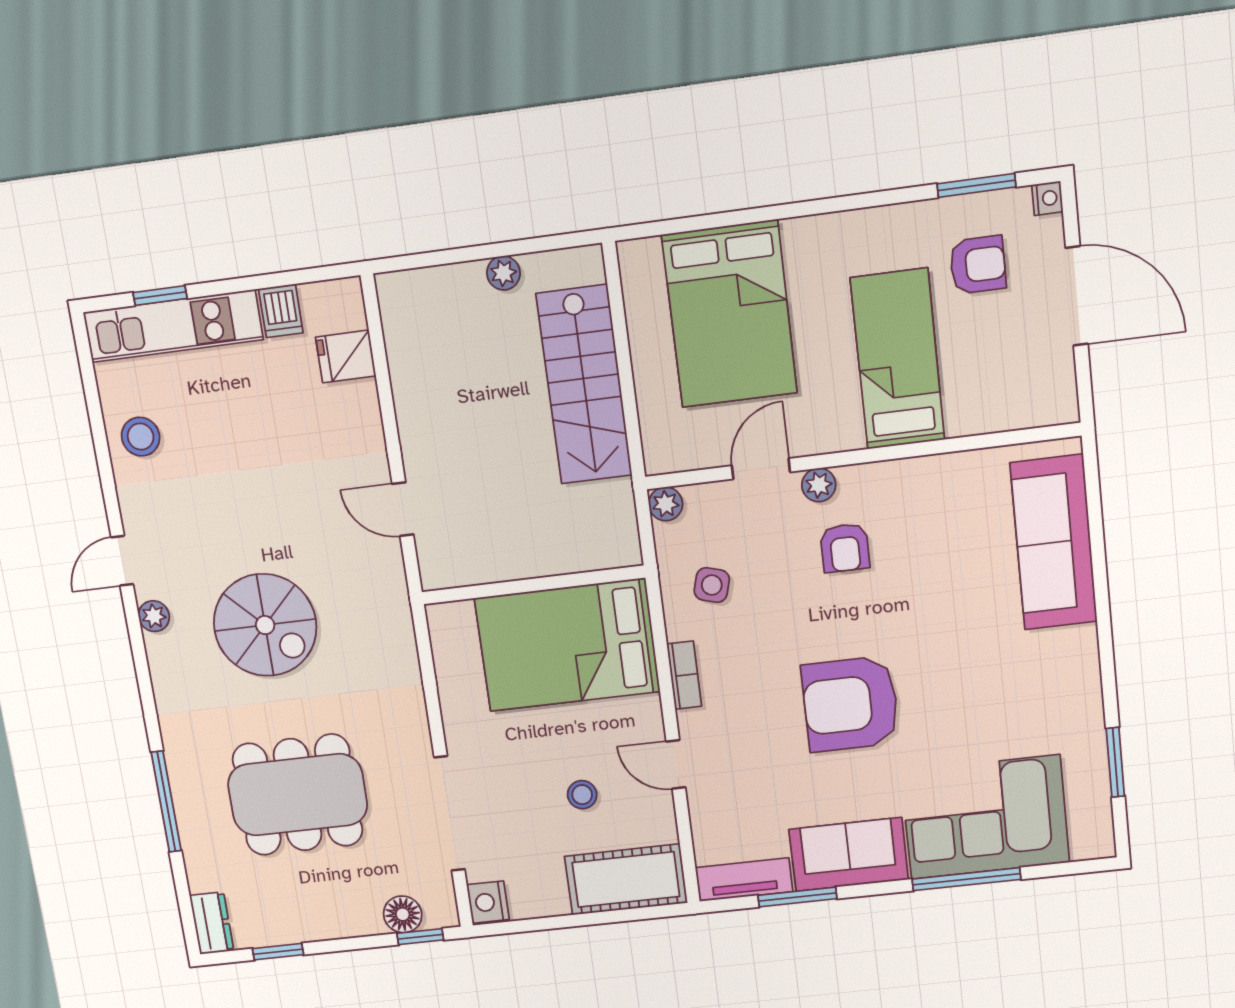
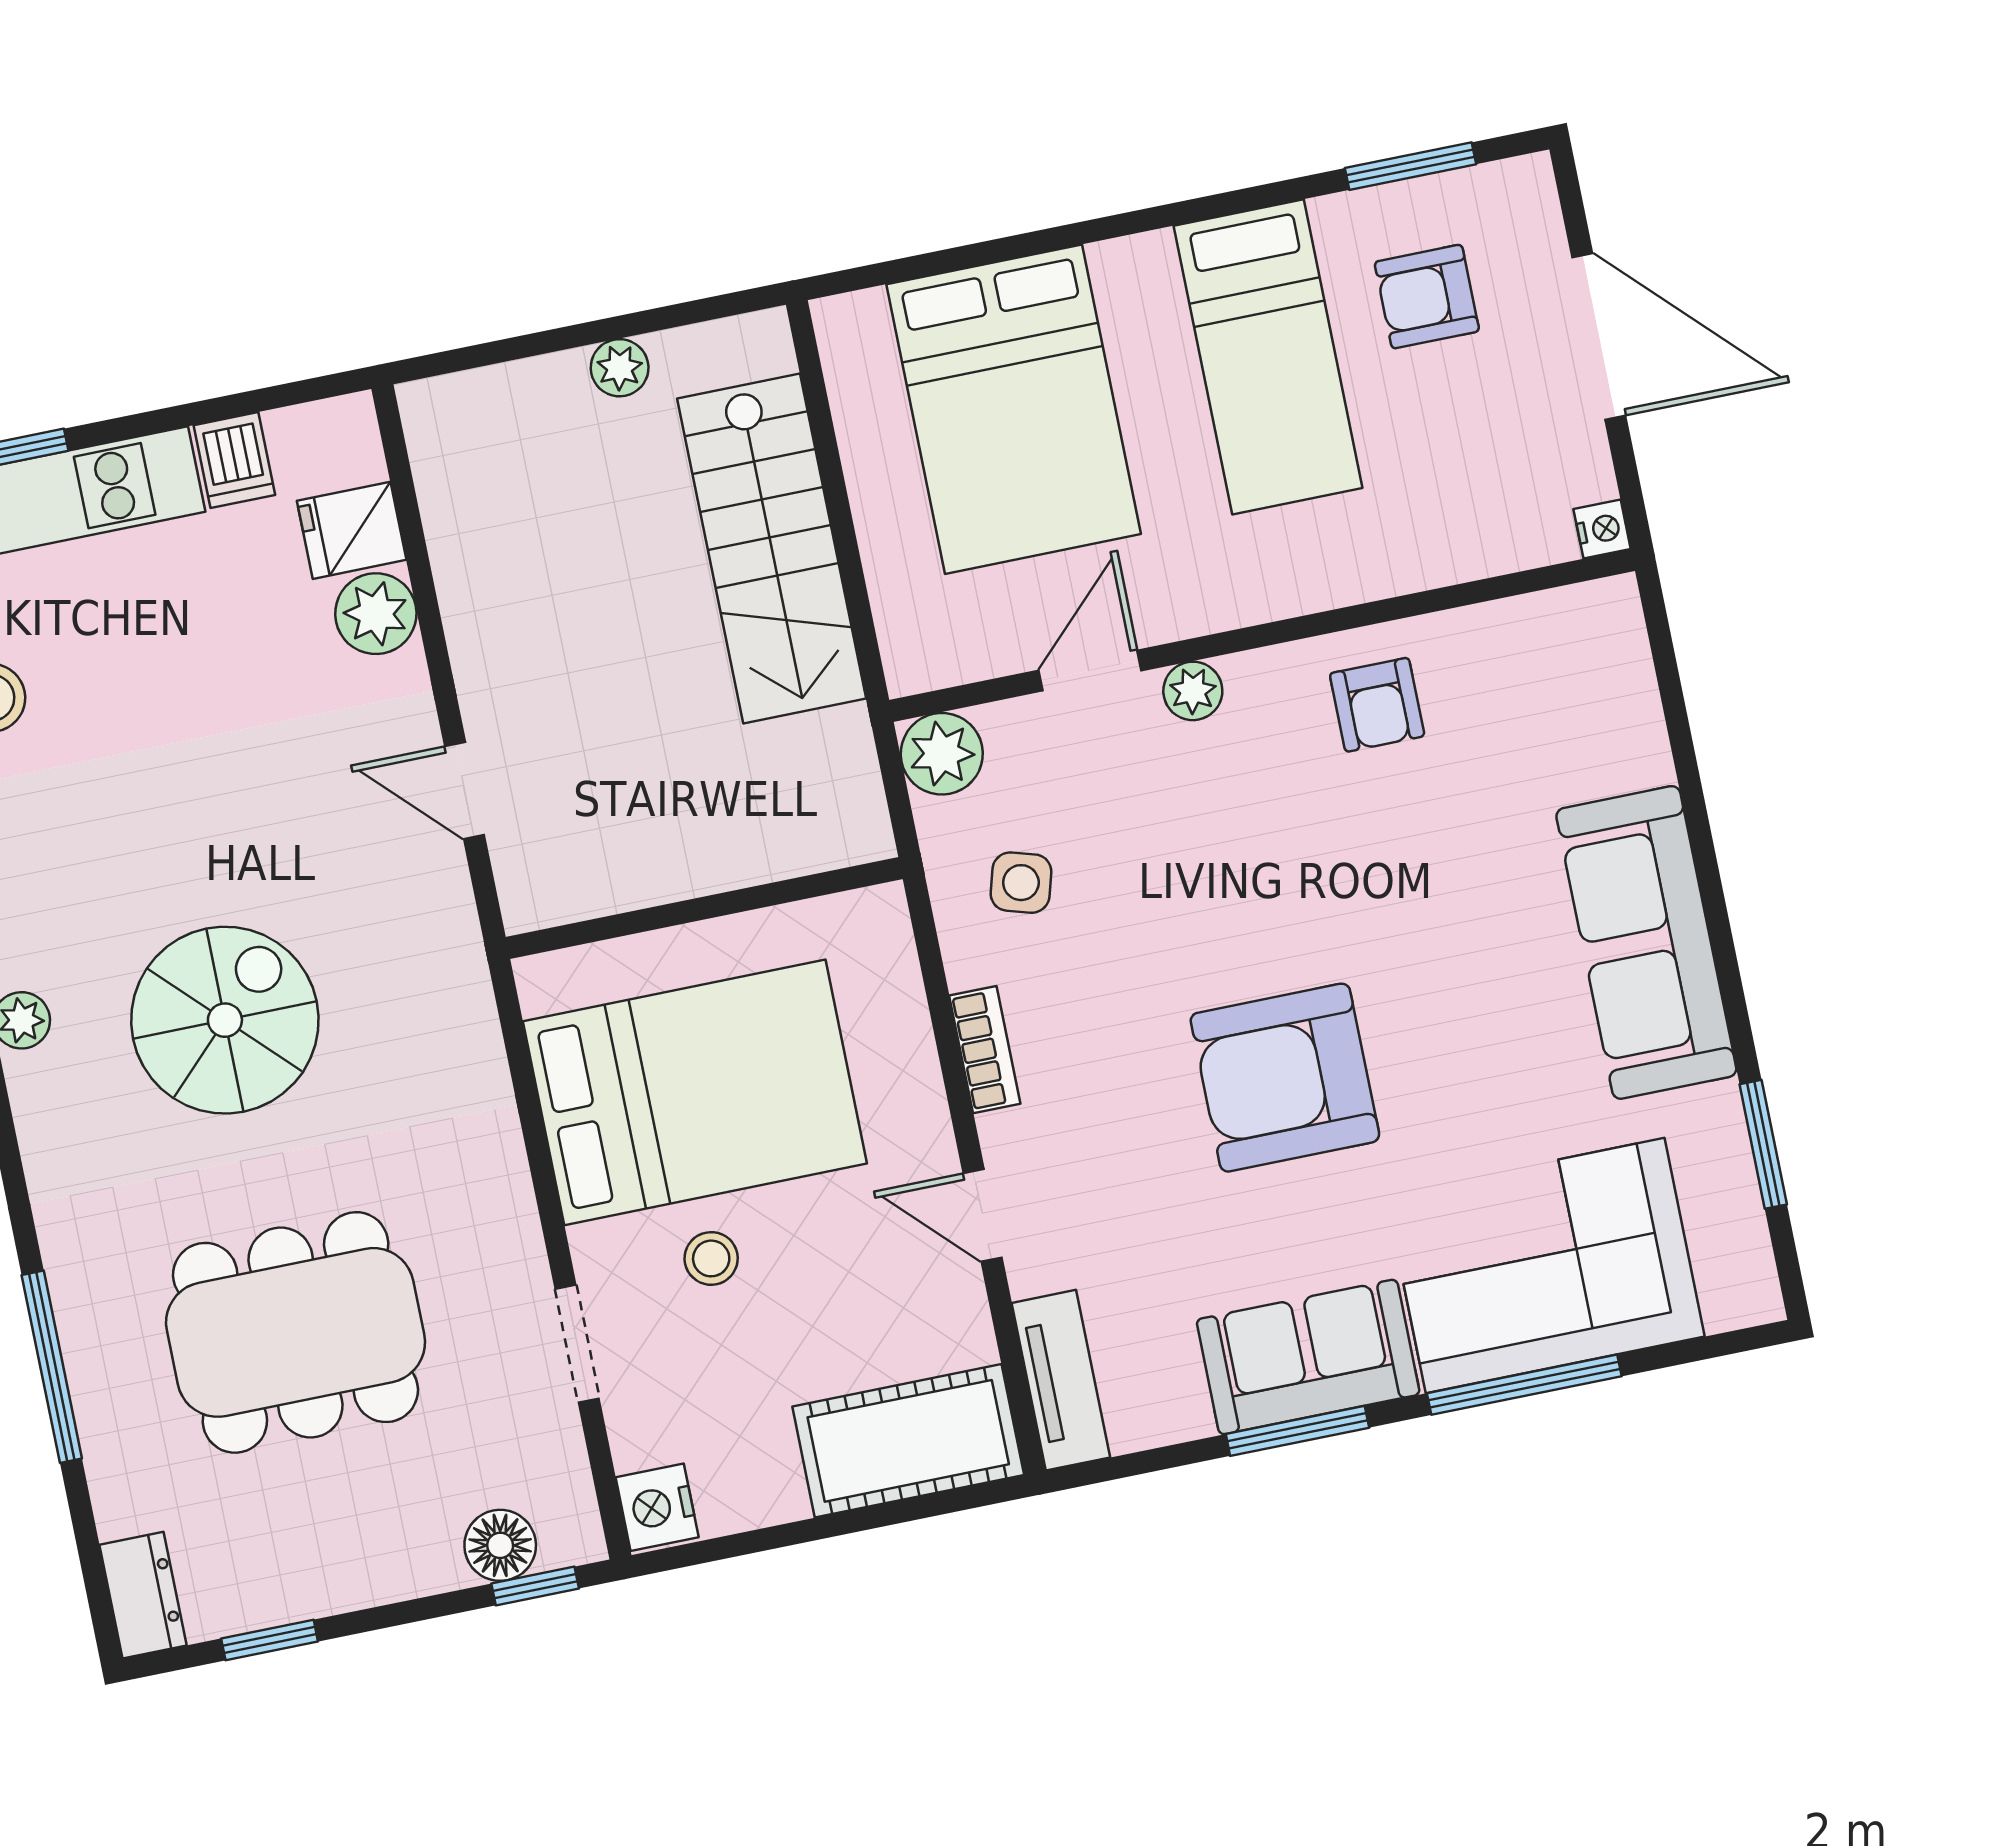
nightstand: (1047, 198) -> (1602, 529), moved
armchair: (978, 265) -> (1427, 297), turned 180
bed: (898, 359) -> (1268, 357), moved, turned 180
plant: (357, 405) -> (376, 614), added
plant: (666, 504) -> (942, 754), width x1.38, depth x1.38
sofa: (1054, 542) -> (1646, 942), moved
armchair: (845, 548) -> (1377, 705), moved
spiral stairs: (265, 625) -> (225, 1020), turned -90
bed: (567, 645) -> (695, 1092), moved, turned 180
stool: (582, 795) -> (711, 1258), moved
doorway: (450, 814) -> (577, 1344), width x0.53
tv unit: (744, 880) -> (1061, 1380), moved, turned 90
window: (797, 897) -> (1297, 1431), moved

